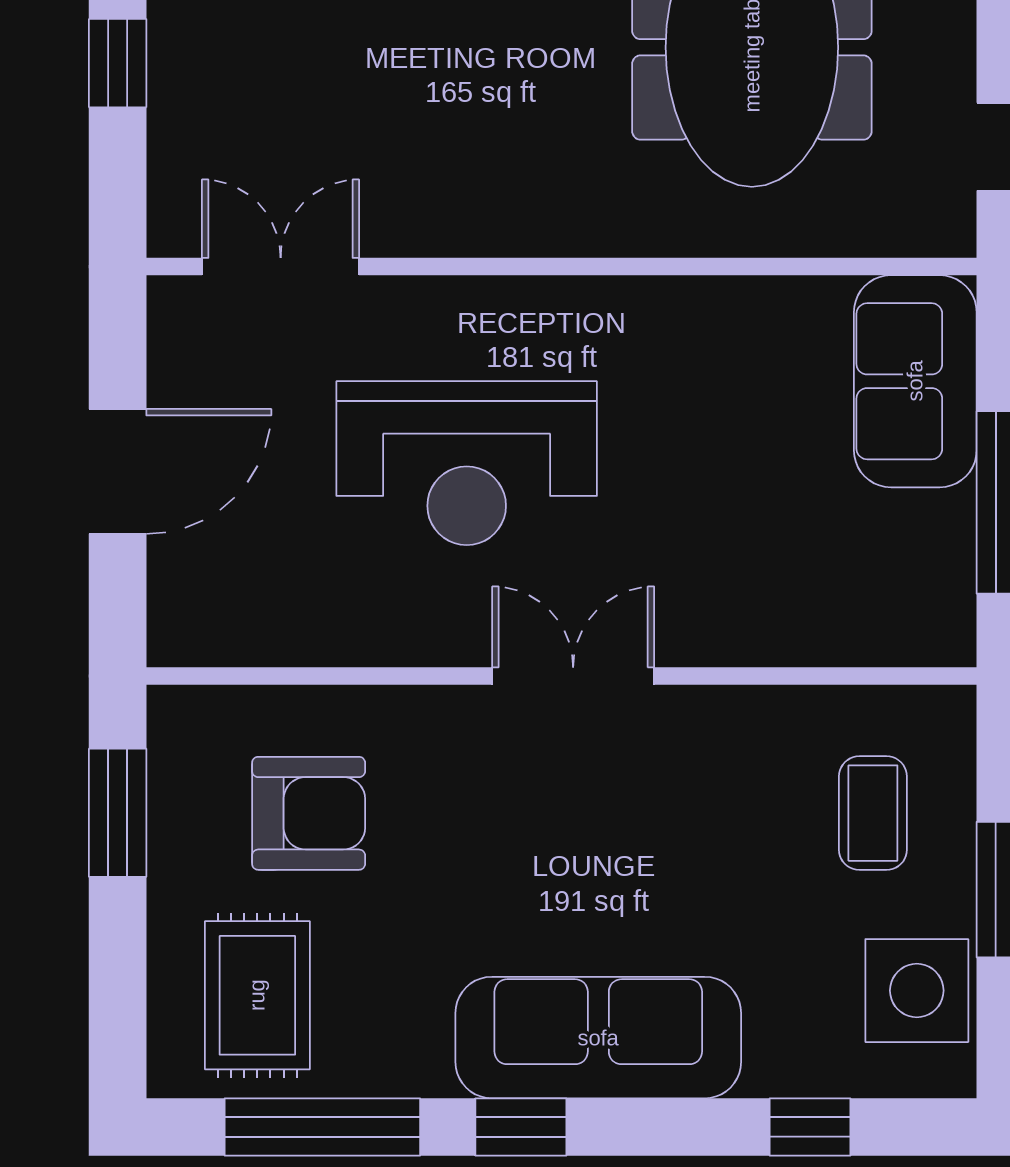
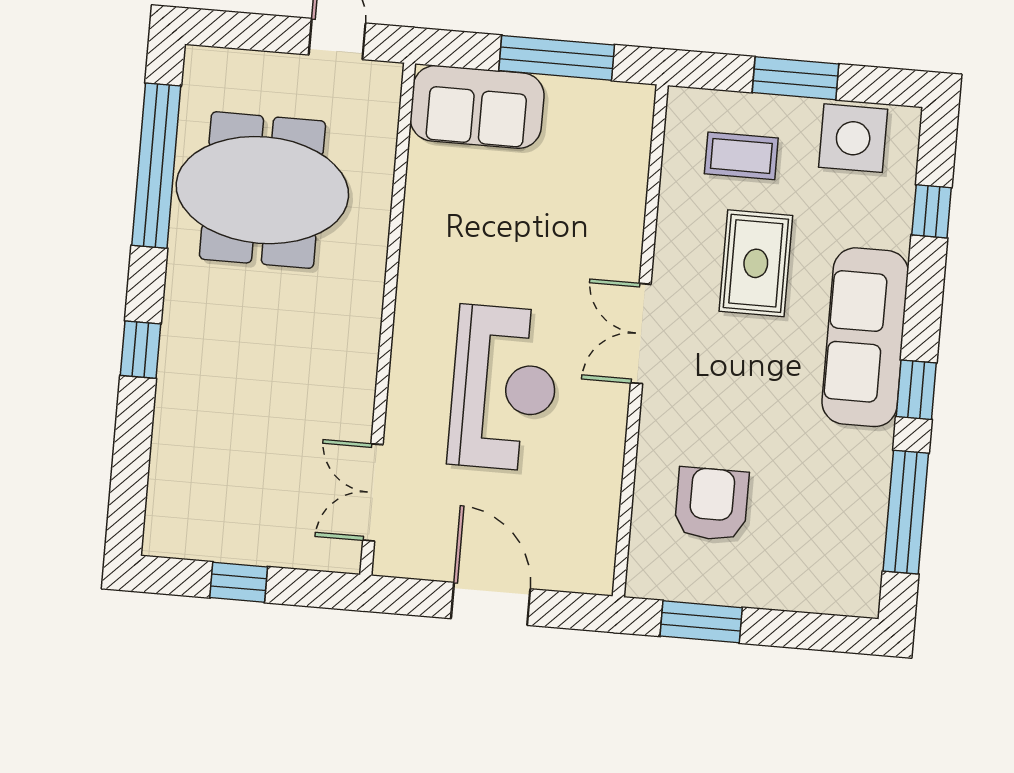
rug: (257, 995) -> (756, 263), moved, turned 90

